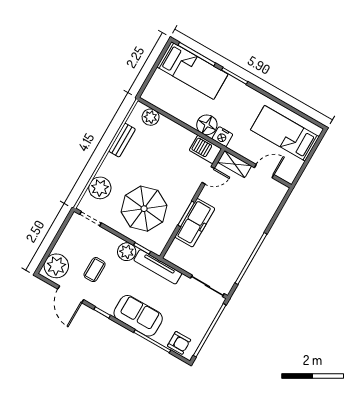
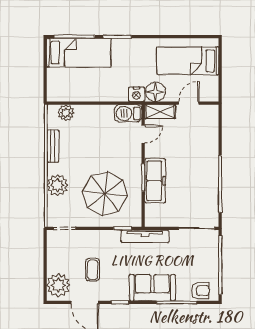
floor lamp: (207, 125) -> (155, 92), moved
plant: (100, 188) -> (57, 185), moved
plant: (127, 252) -> (111, 239), removed

